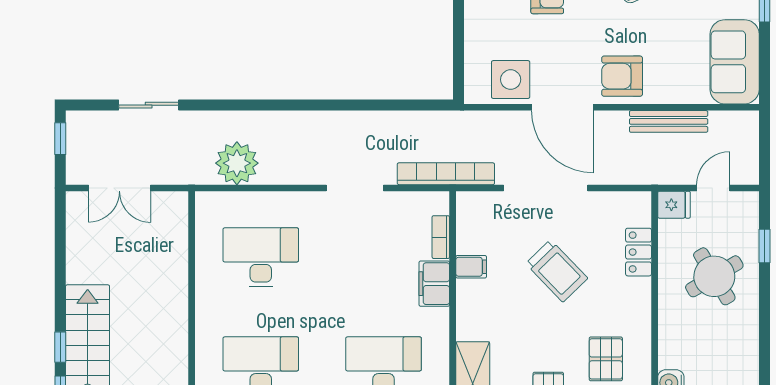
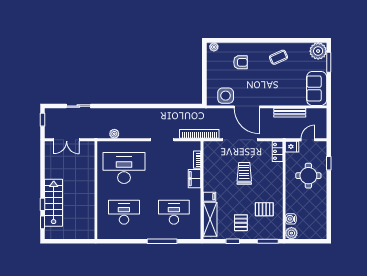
armchair: (622, 76) -> (271, 94), removed
plant: (237, 163) -> (114, 134), width x0.53, depth x0.53
locker: (639, 252) -> (278, 151), moved
desk: (261, 257) -> (124, 168), width x1.36, depth x1.30
filing cabinet: (471, 267) -> (210, 197), moved
trolley: (557, 271) -> (244, 173), turned -136
round table: (714, 276) -> (308, 176), turned 31
pallet: (606, 359) -> (264, 209), turned 90

